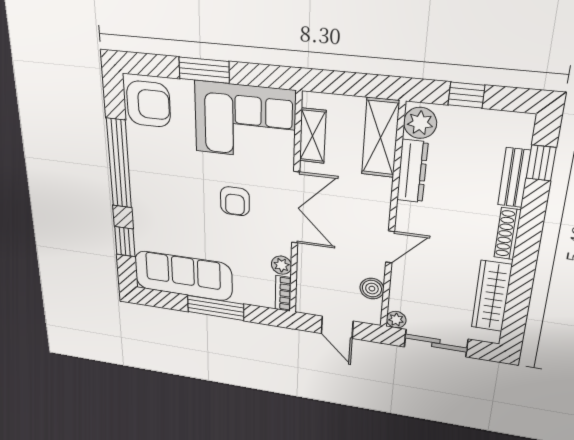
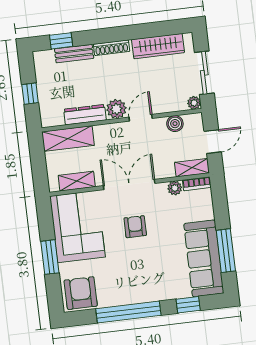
plant: (420, 123) -> (116, 109), moved
armchair: (235, 201) -> (135, 227), turned -90
door: (390, 247) -> (141, 118), hinge flipped
shelving: (306, 293) -> (192, 168), added
window: (216, 308) -> (226, 251), moved

